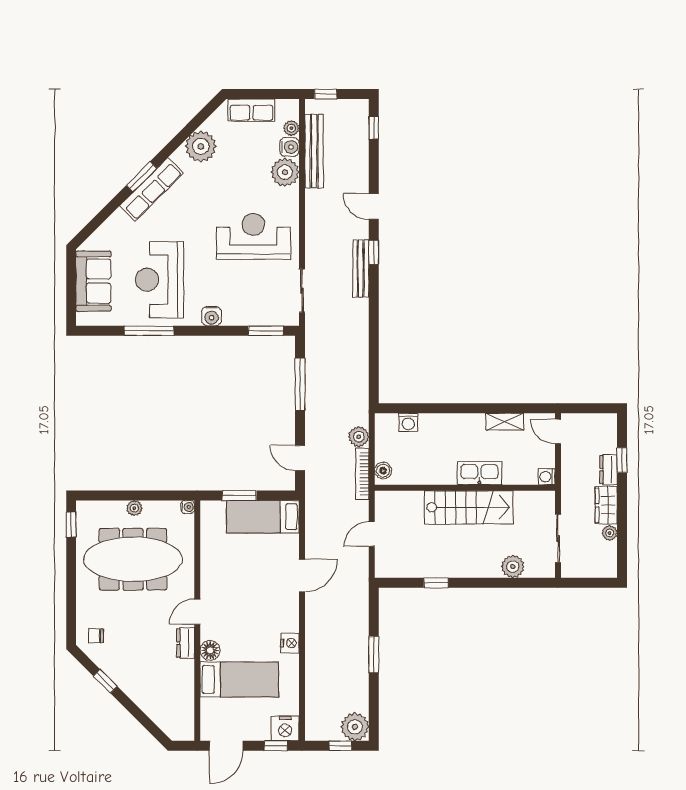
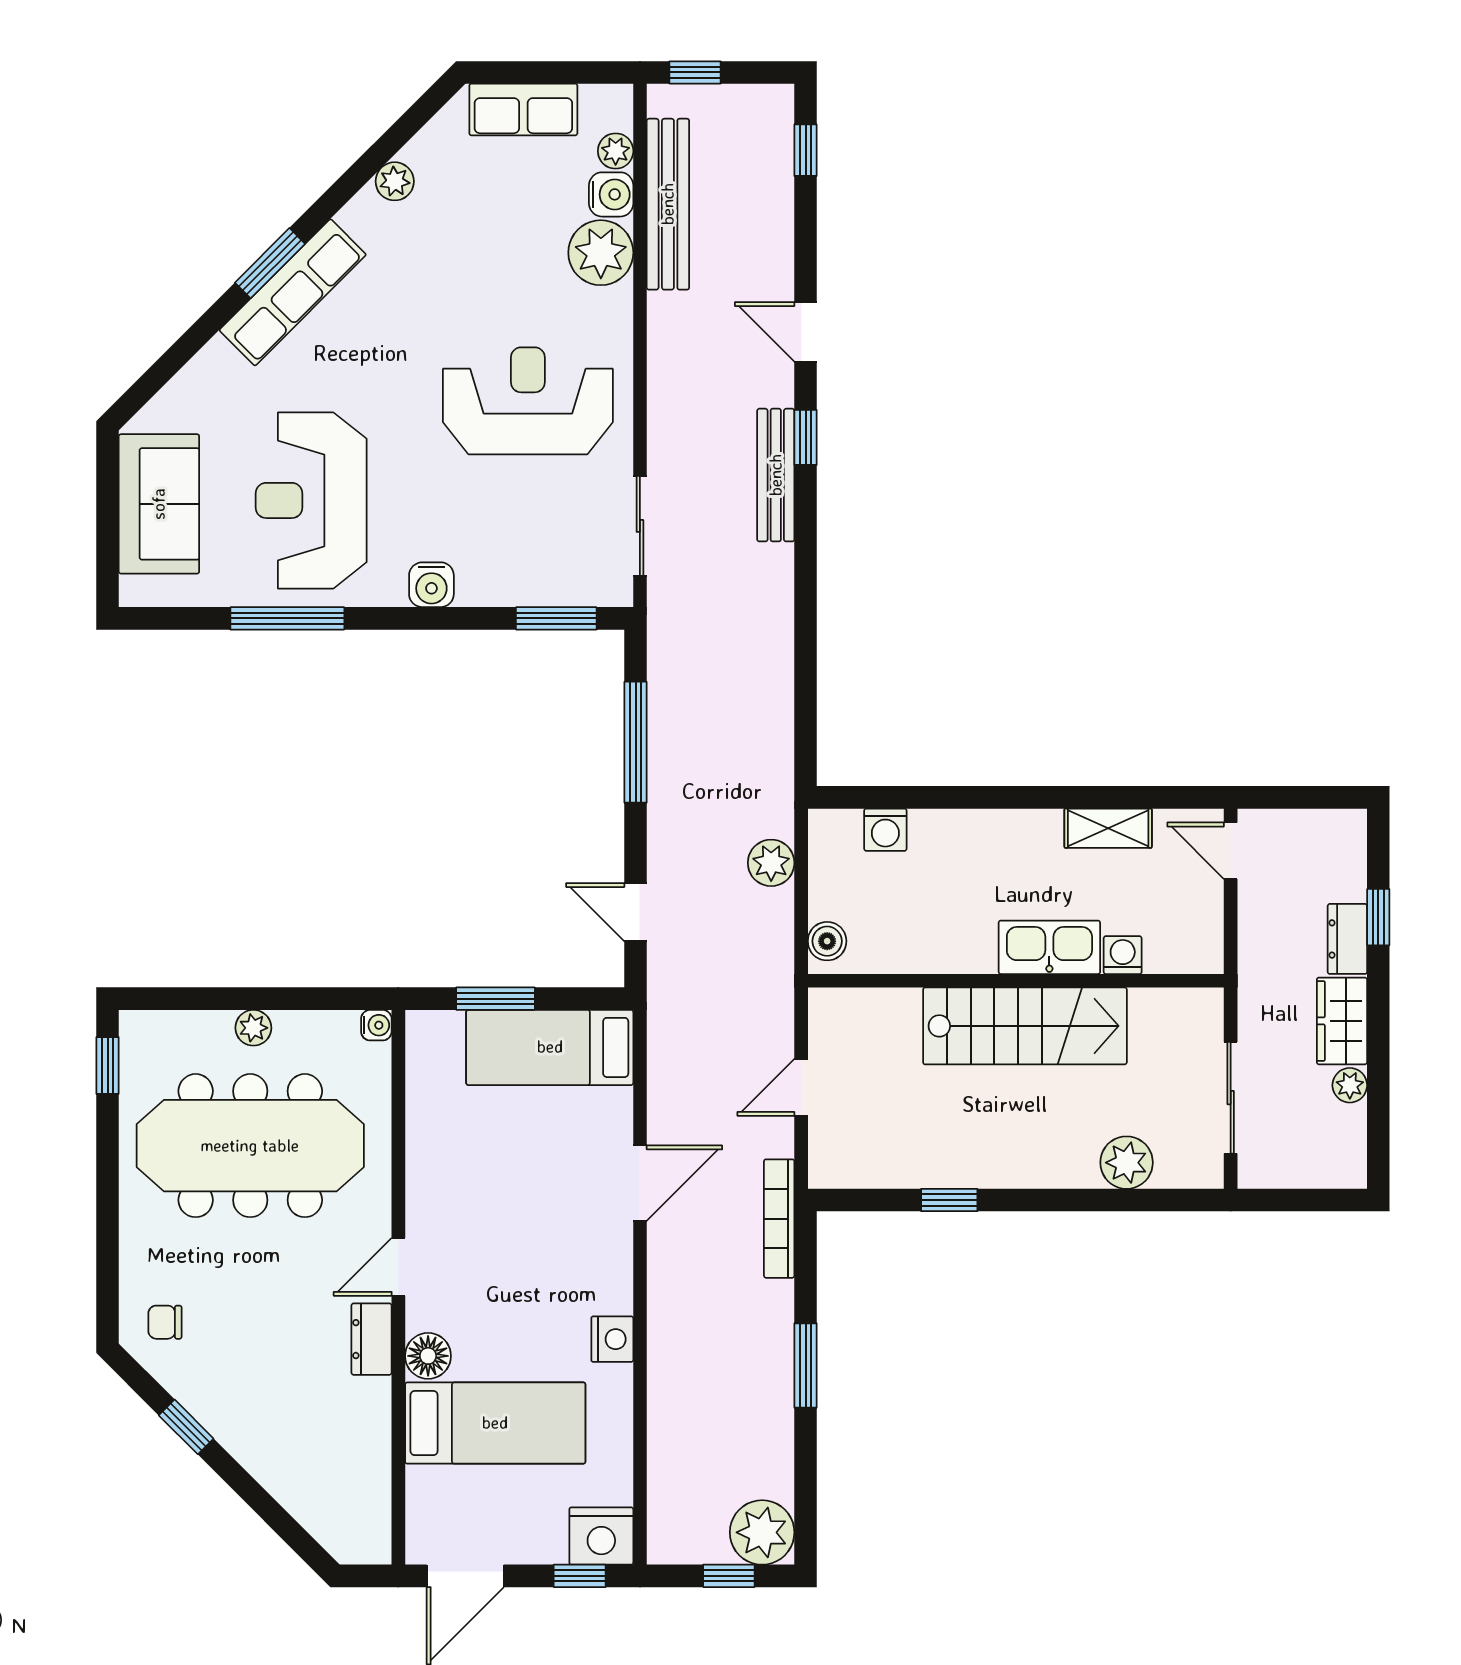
plant: (201, 146) -> (395, 181), width x0.53, depth x0.53
bookcase: (362, 474) -> (779, 1219), moved
washing machine: (547, 477) -> (1123, 955), moved, turned 90

